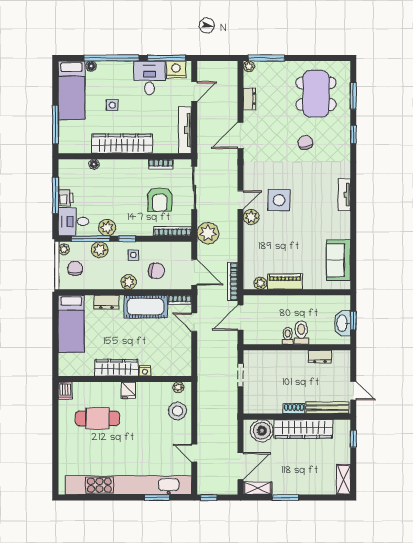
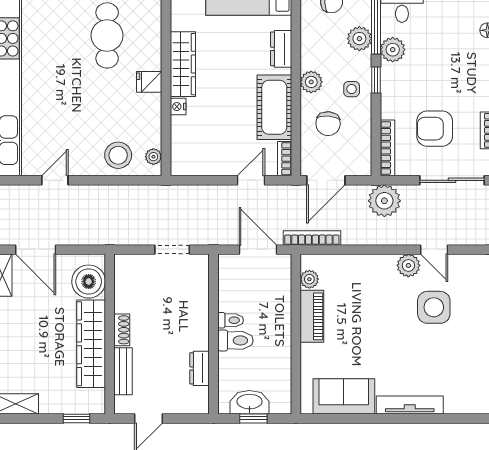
tv unit: (344, 195) -> (410, 405), moved, width x1.41
bench: (327, 408) -> (123, 371), width x0.73

